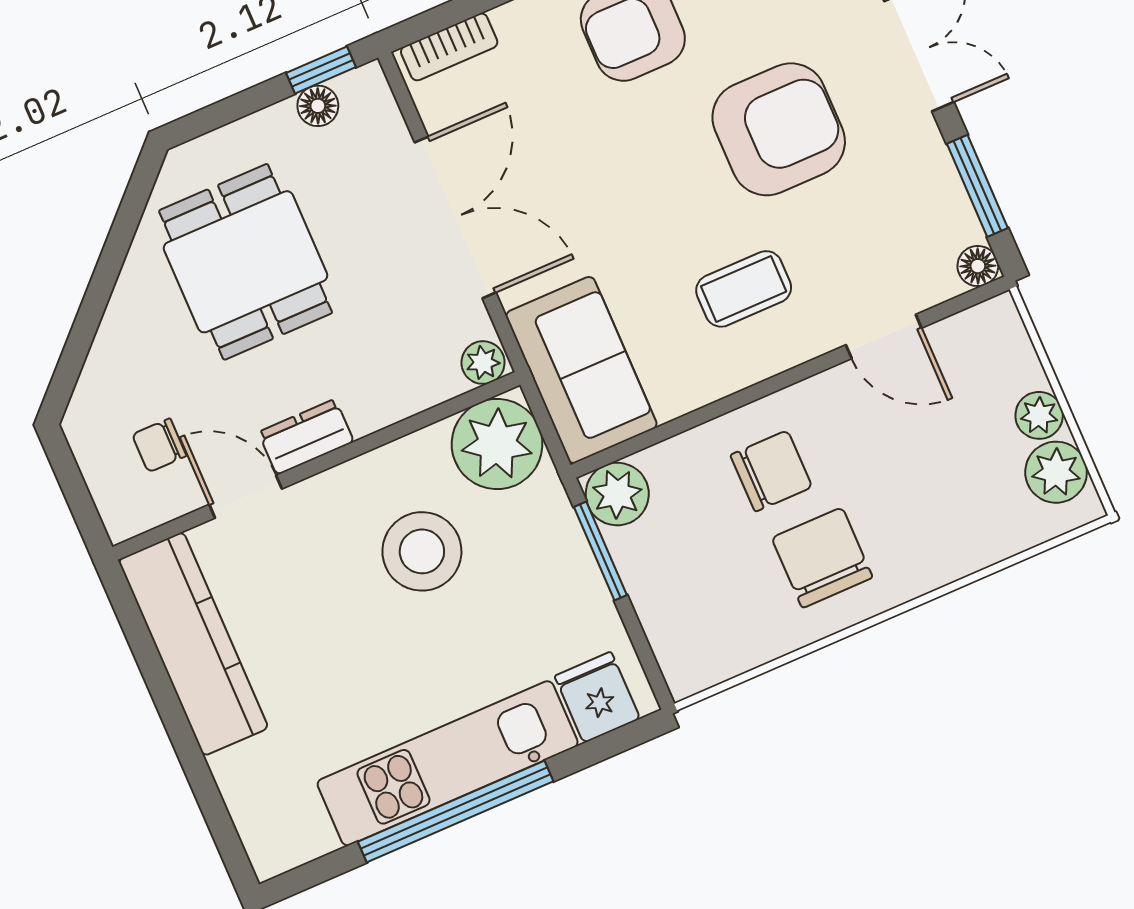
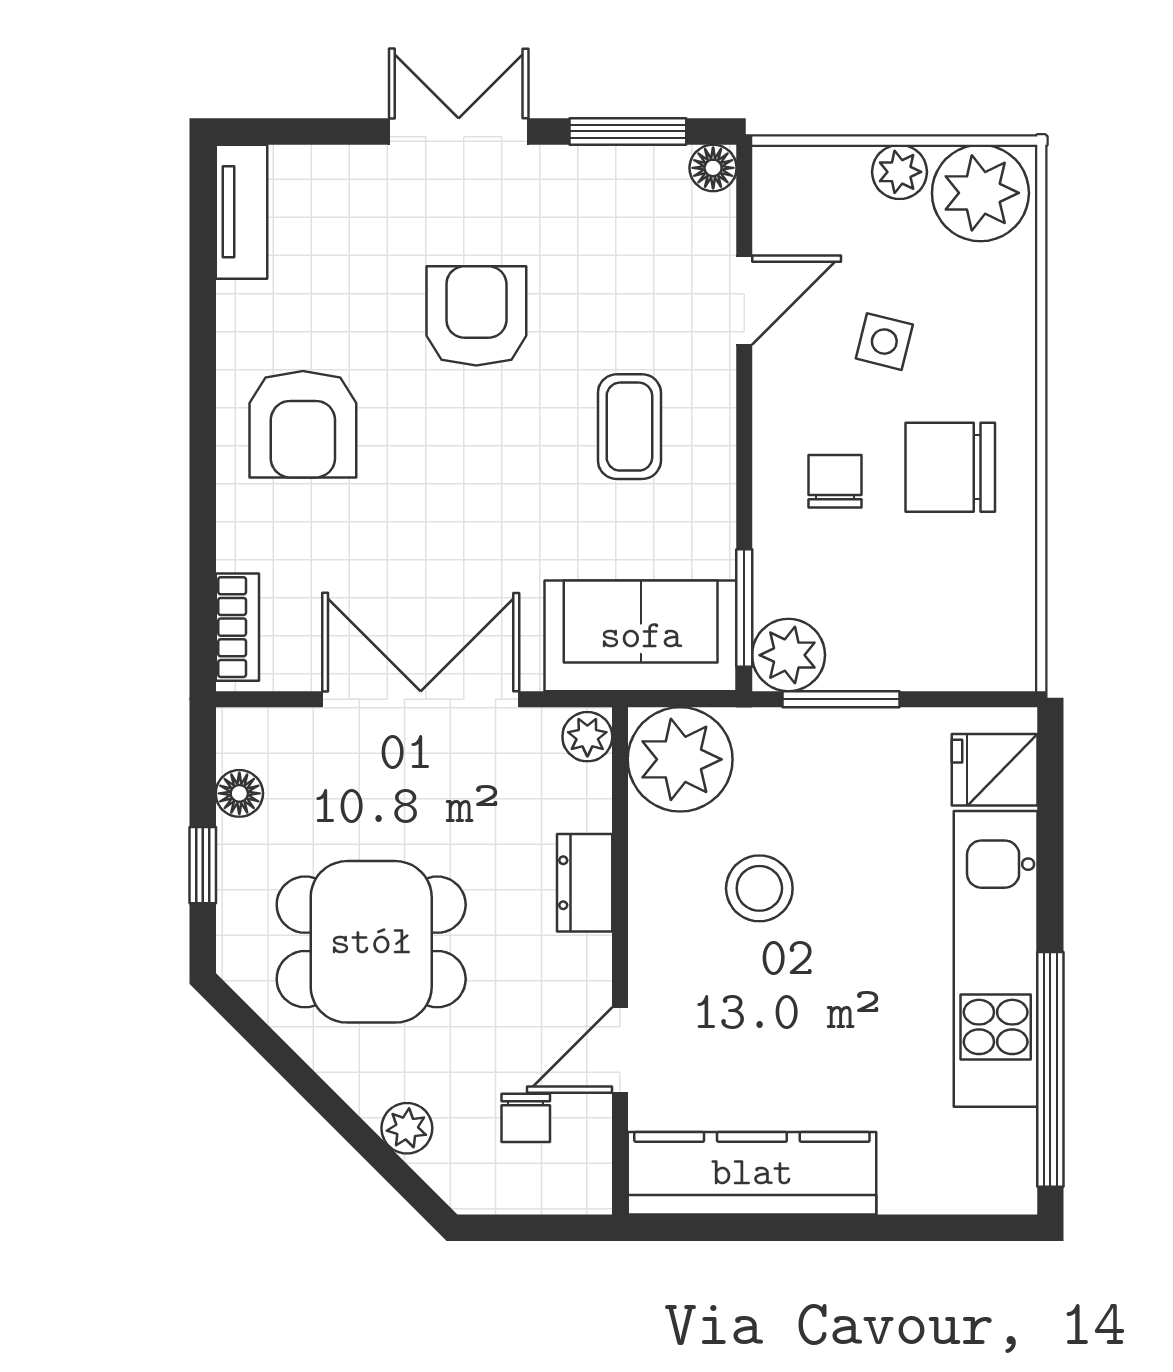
window: (321, 70) -> (203, 865), moved
armchair: (779, 129) -> (476, 316), width x0.73, depth x0.73
plant: (110, 354) -> (407, 1128), added
dresser: (306, 437) -> (585, 883), moved
window: (639, 443) -> (744, 608), added
side table: (899, 462) -> (884, 342), added
chair: (771, 471) -> (835, 481), width x0.73, depth x0.73
plant: (1056, 472) -> (980, 193), width x1.36, depth x1.36
stool: (422, 551) -> (759, 888), width x0.73, depth x0.73
window: (456, 812) -> (1050, 1069), moved

